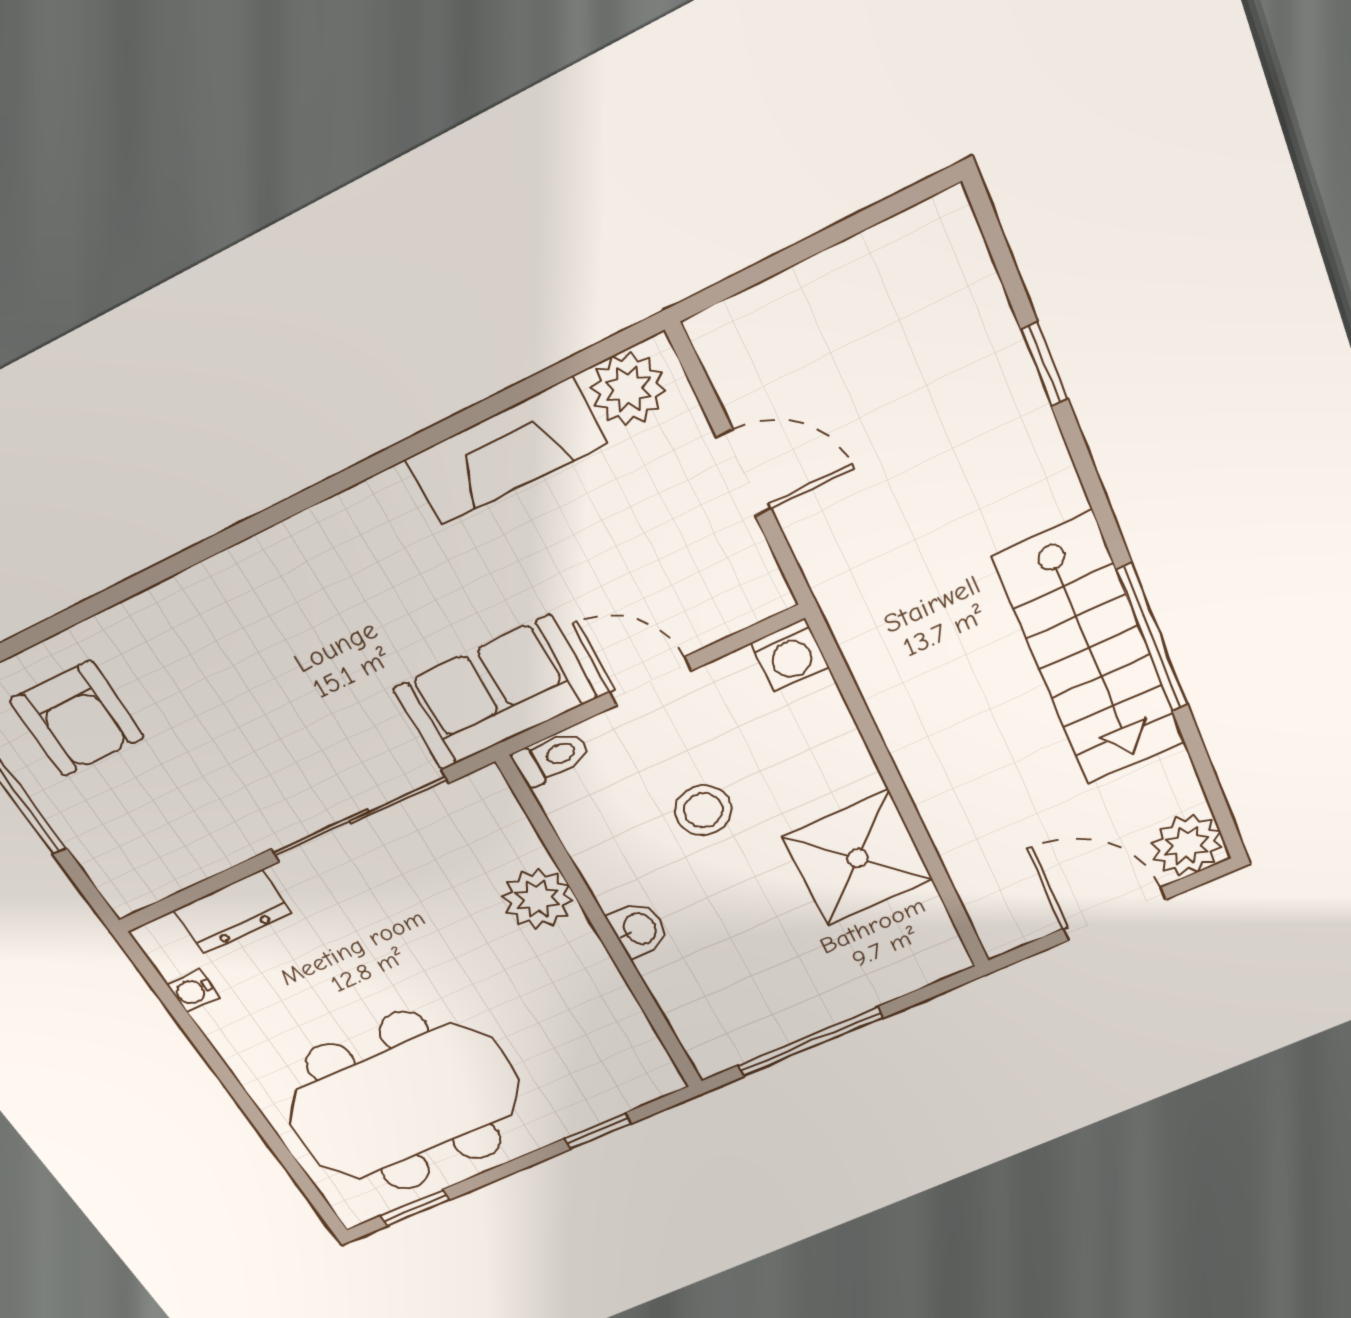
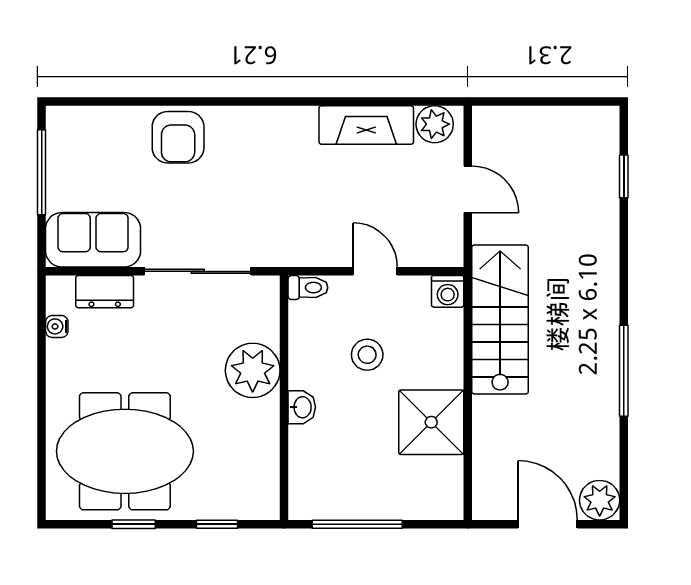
window: (1044, 364) -> (624, 176), moved
stairs: (1090, 651) -> (500, 320), moved, turned 180
sofa: (495, 693) -> (93, 240), moved
armchair: (77, 719) -> (178, 137), moved
plant: (537, 899) -> (253, 370), width x1.36, depth x1.36
window: (415, 1208) -> (134, 524), moved

